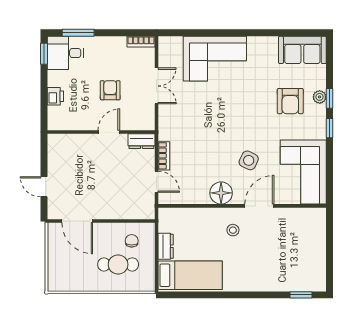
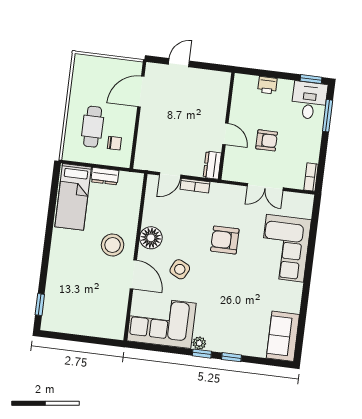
plant: (320, 97) -> (199, 343), moved
armchair: (290, 101) -> (225, 240), moved
stool: (233, 230) -> (113, 245), width x1.89, depth x1.89

